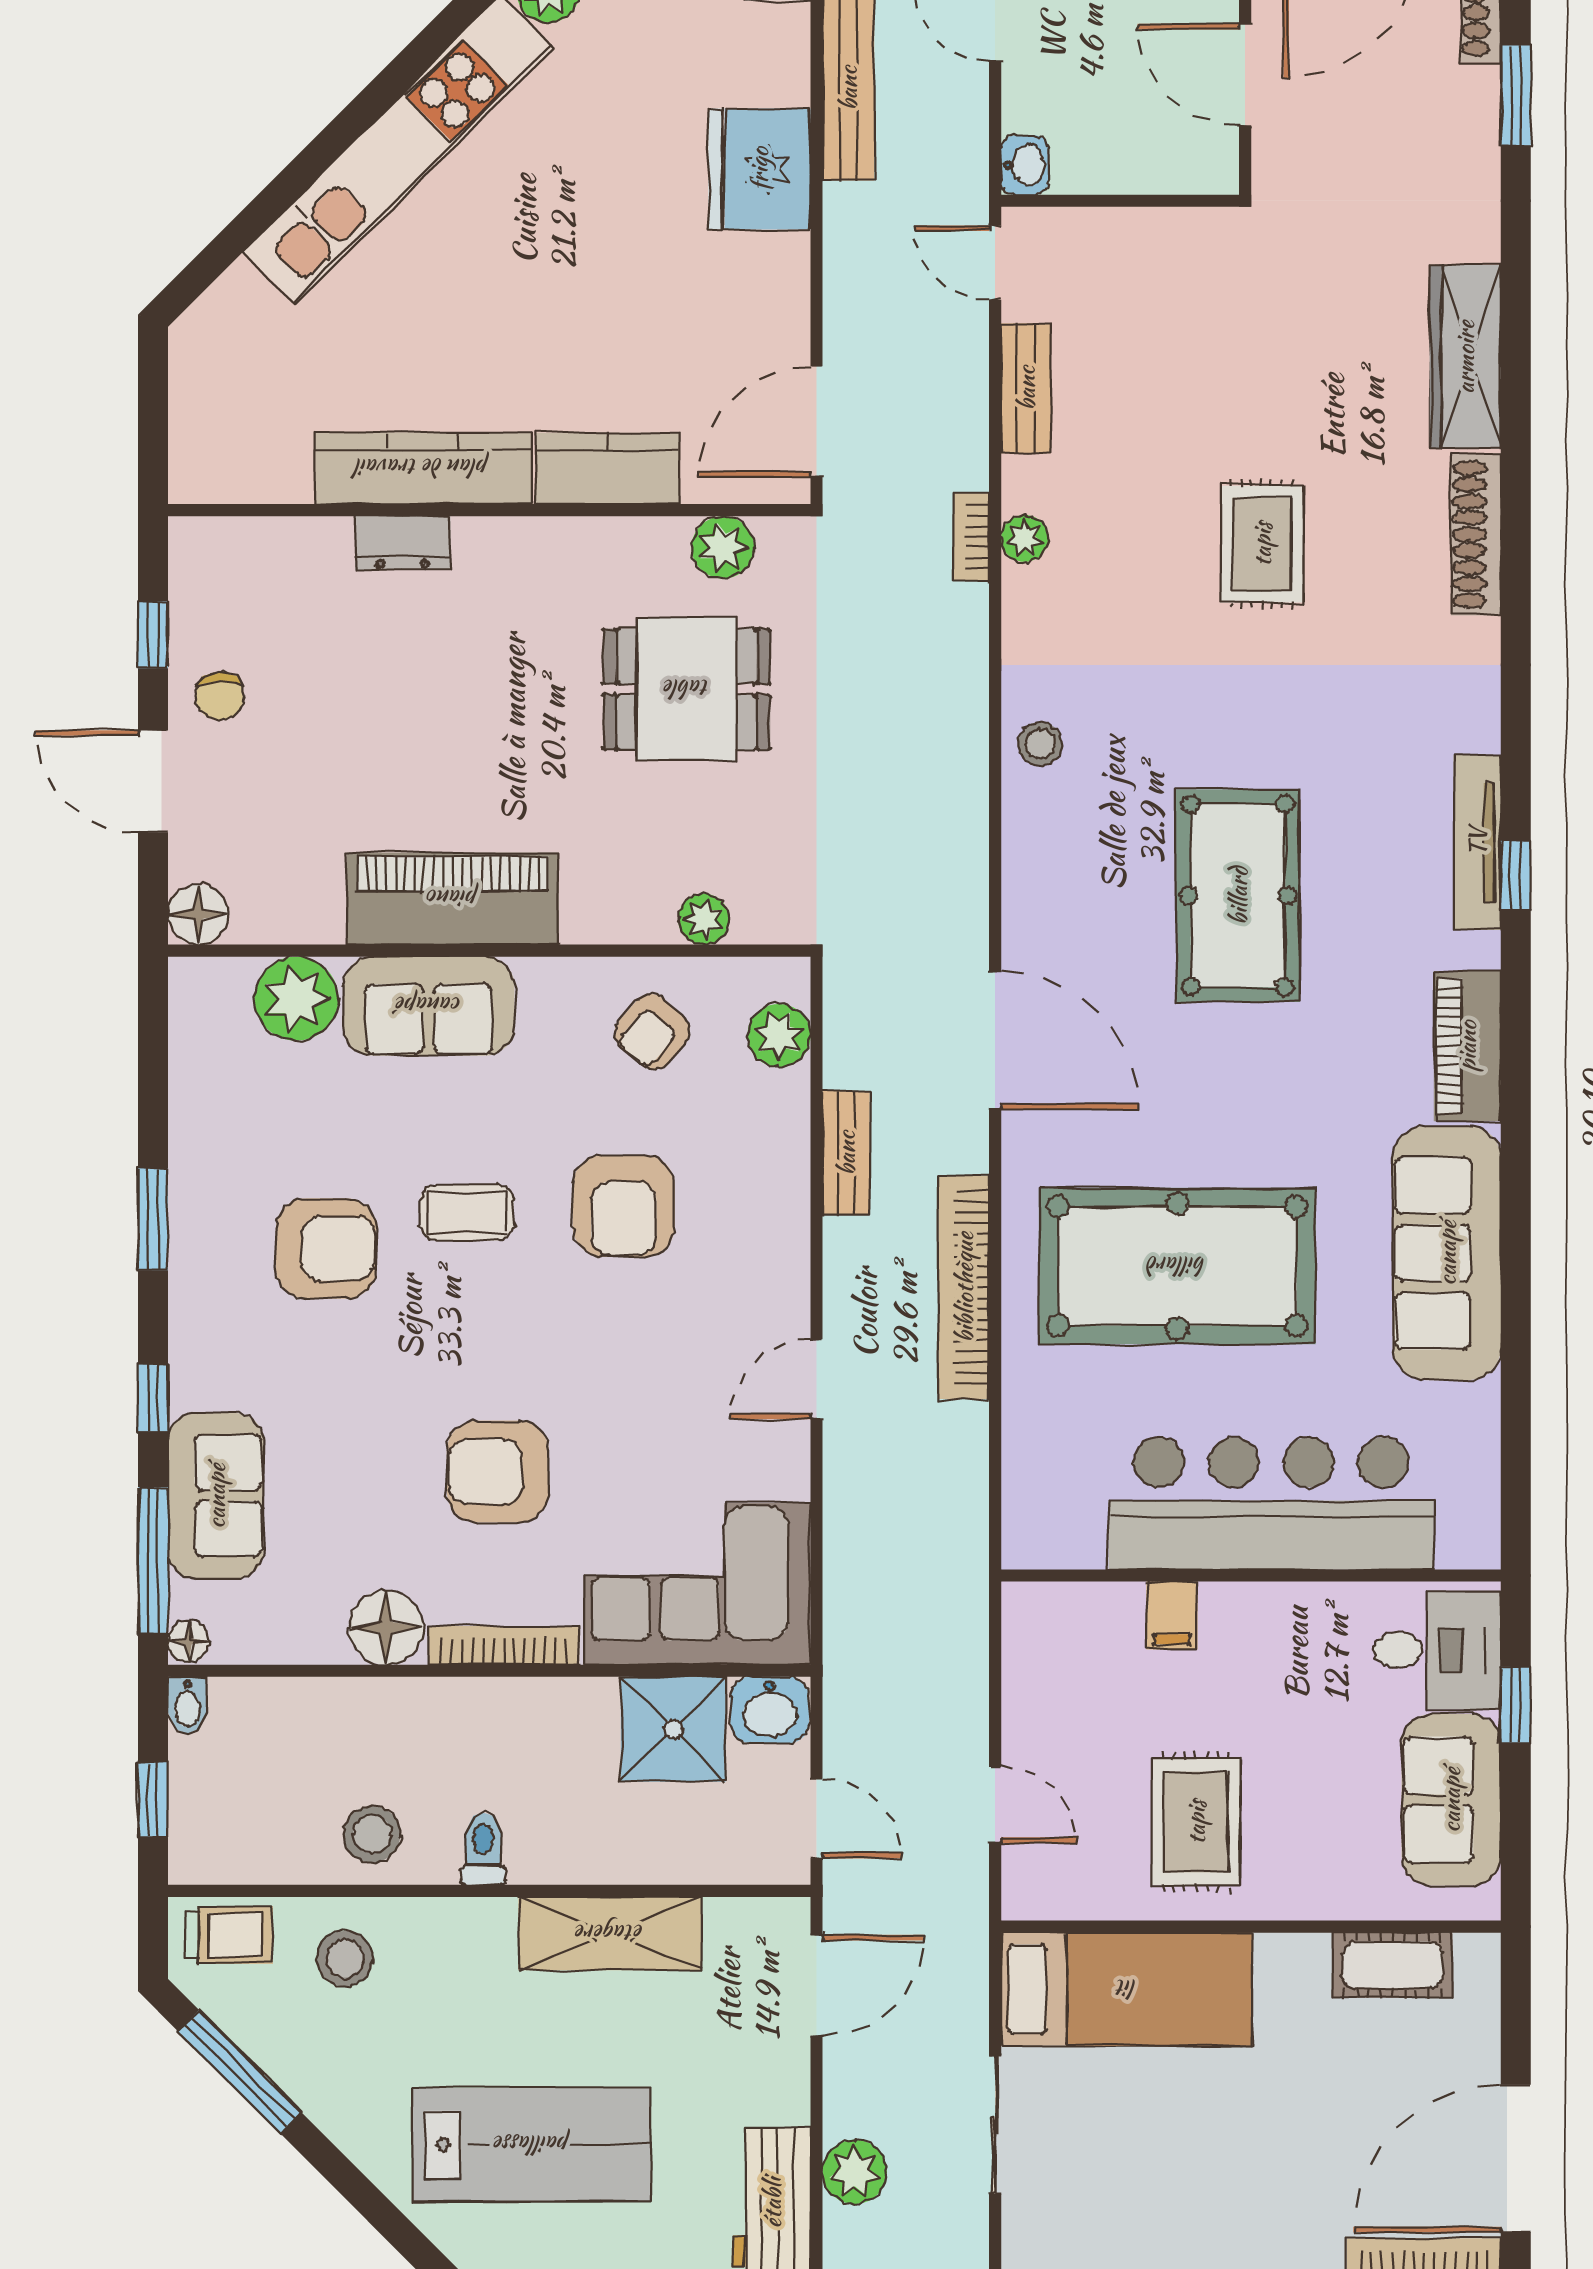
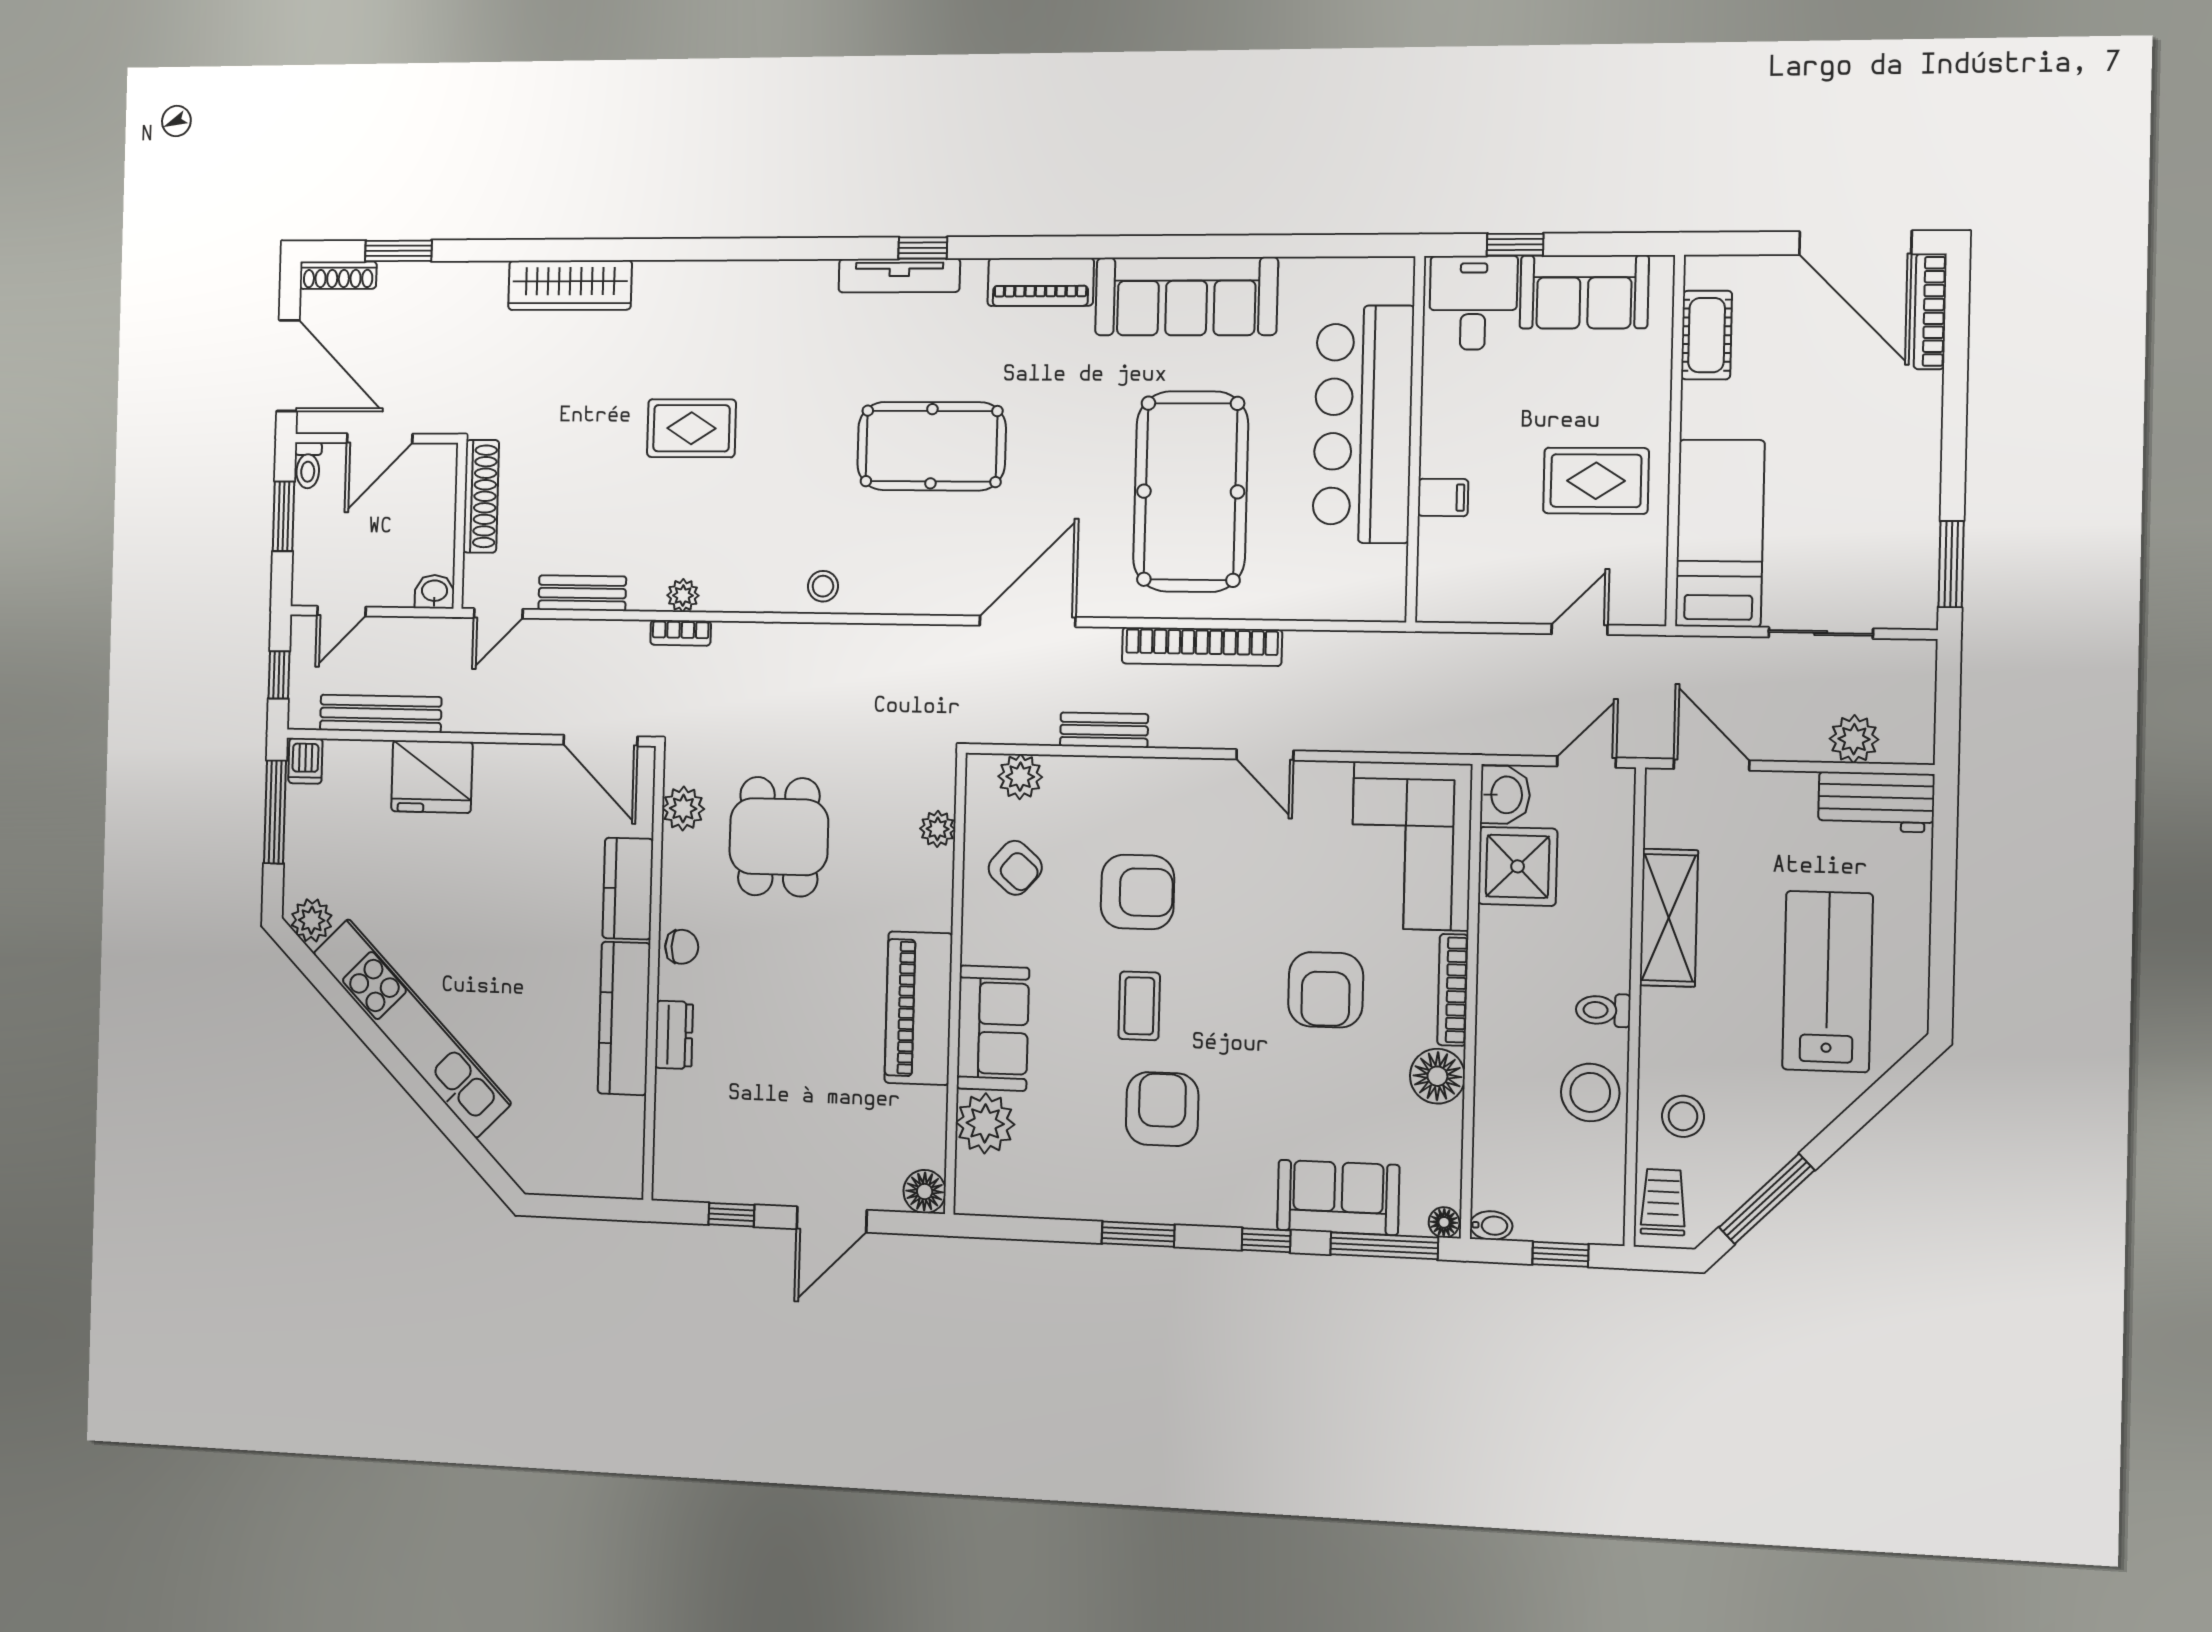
shoe rack: (1476, 534) -> (481, 496), moved, turned -90
chair: (220, 696) -> (682, 947), moved
stool: (372, 1834) -> (1590, 1092), width x1.38, depth x1.38

